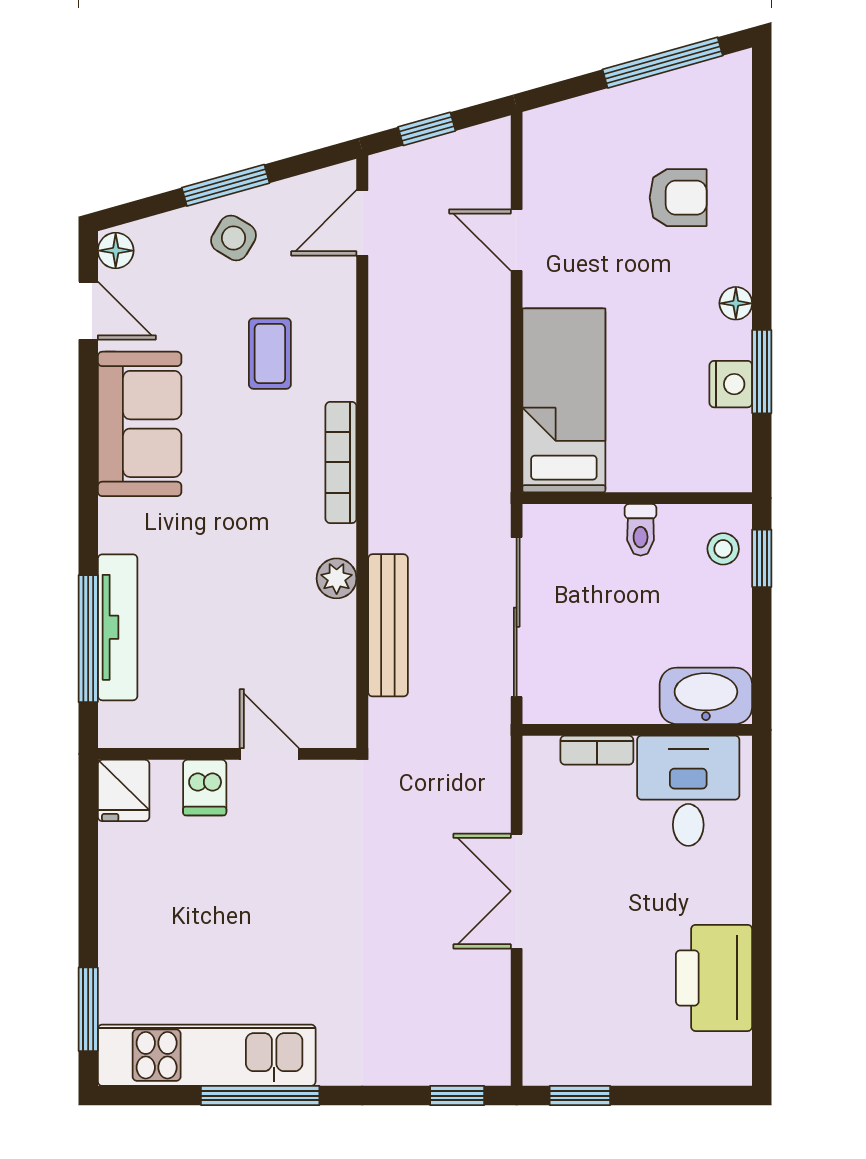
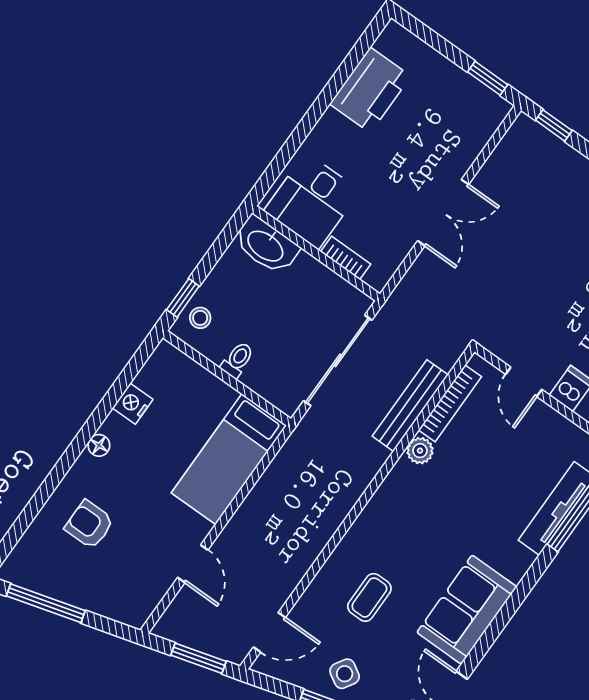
window: (427, 129) -> (198, 658), width x1.50
window: (762, 372) -> (111, 399), removed
bookcase: (341, 462) -> (450, 403), moved

